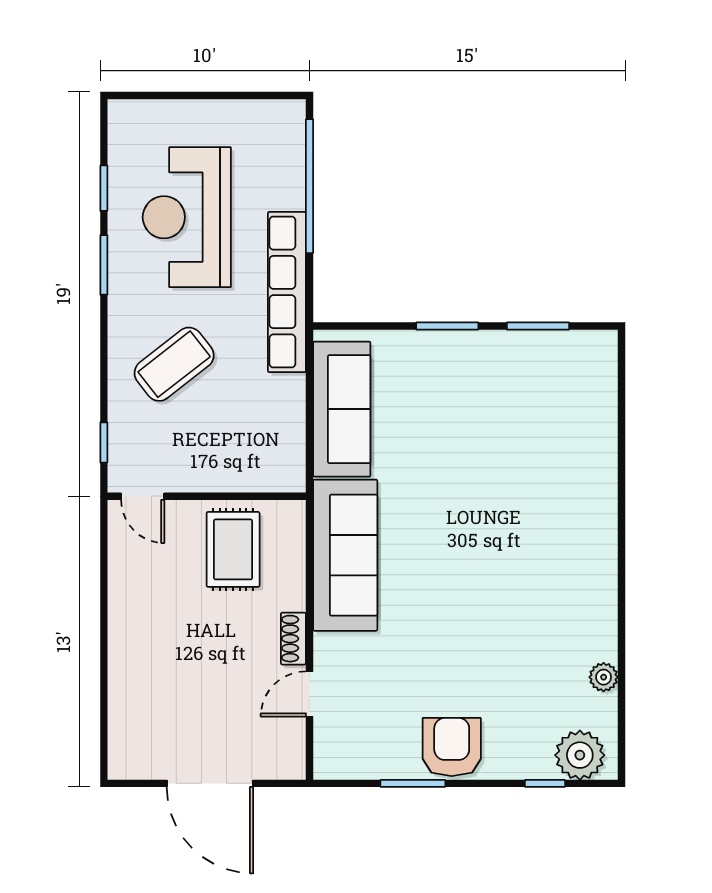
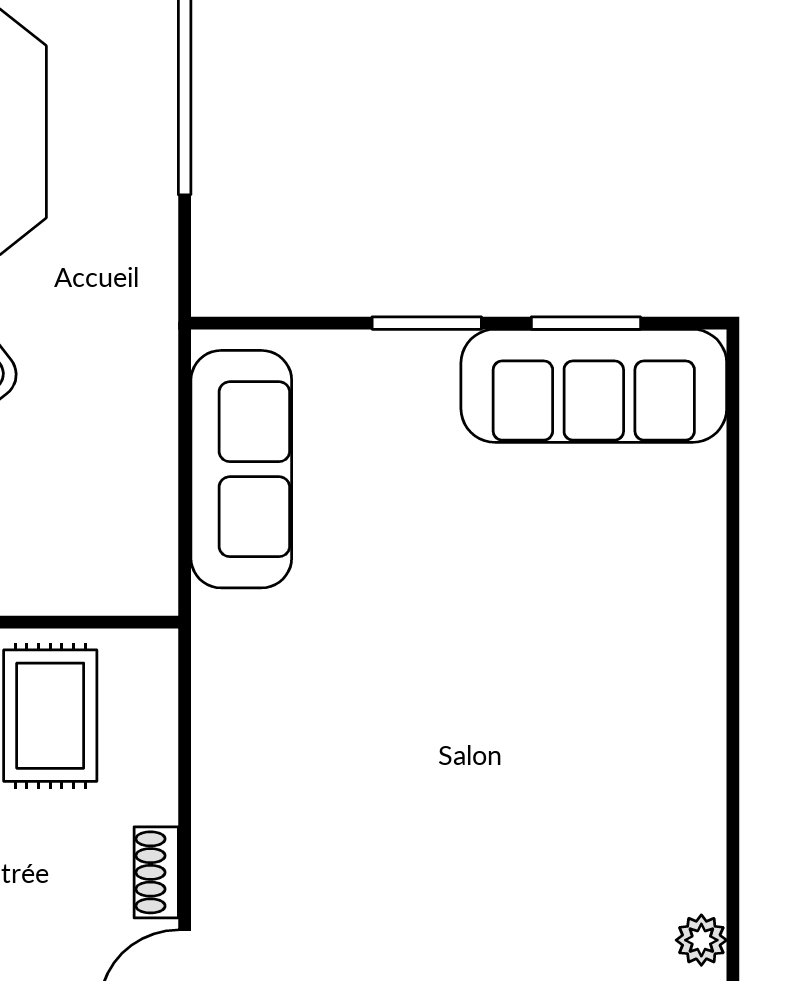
row of seats: (287, 292) -> (145, 263), removed
sofa: (345, 555) -> (594, 386), moved, turned 90

